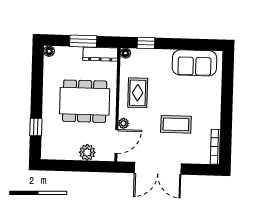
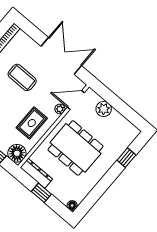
window: (83, 41) -> (41, 193), width x0.67
floor lamp: (125, 53) -> (17, 153), width x1.89, depth x1.89

